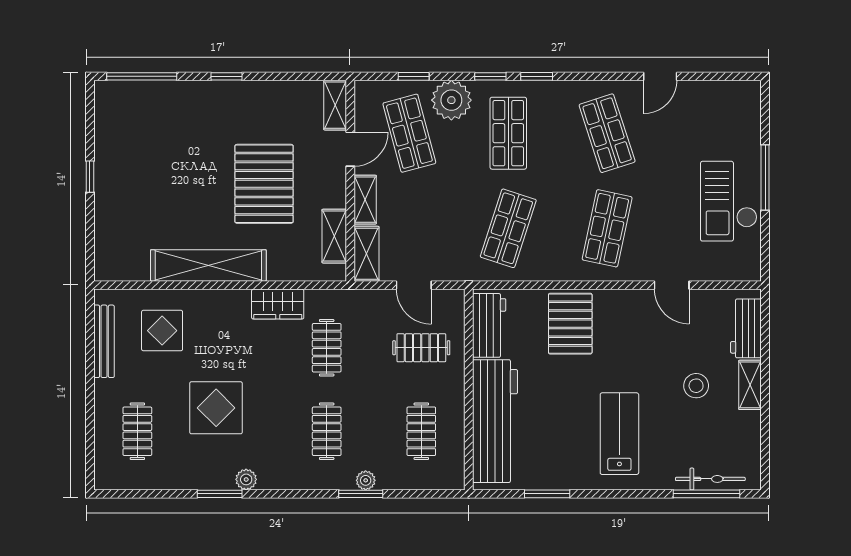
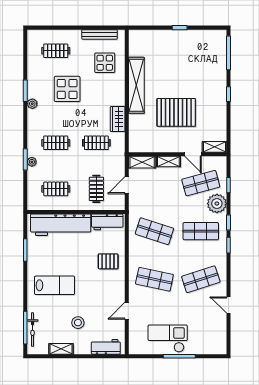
shelving: (334, 236) -> (151, 146), removed
pallet: (570, 324) -> (108, 261), width x0.67, depth x0.71
shelving: (750, 385) -> (61, 349), moved

